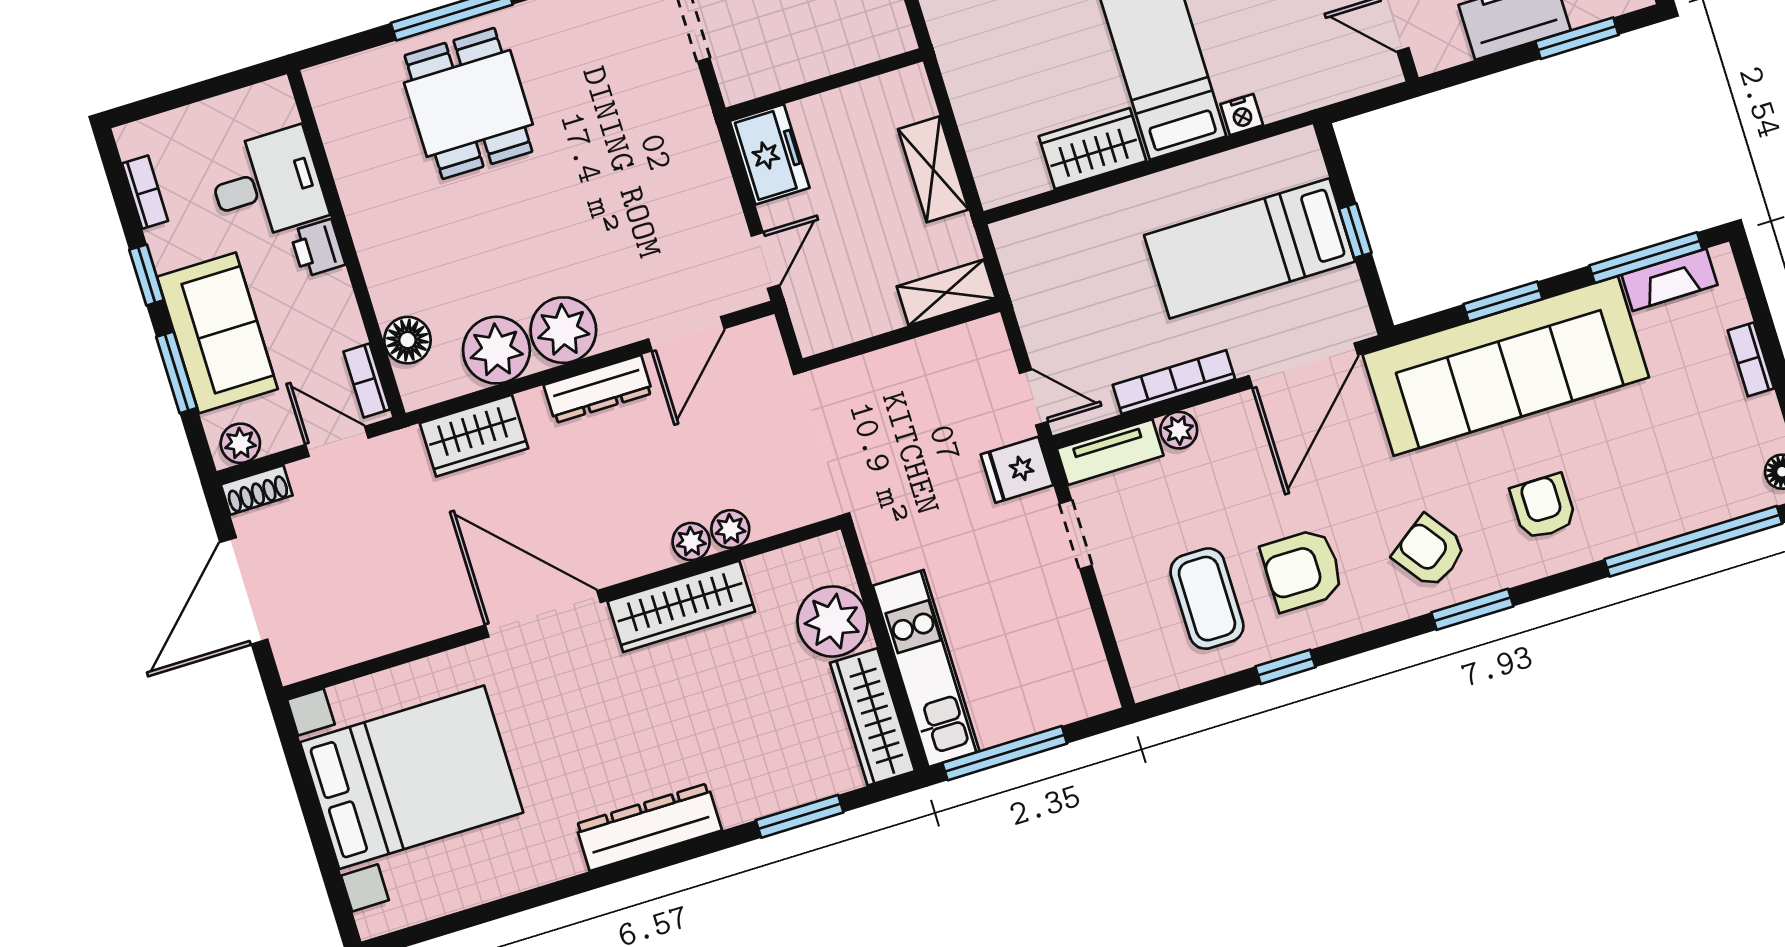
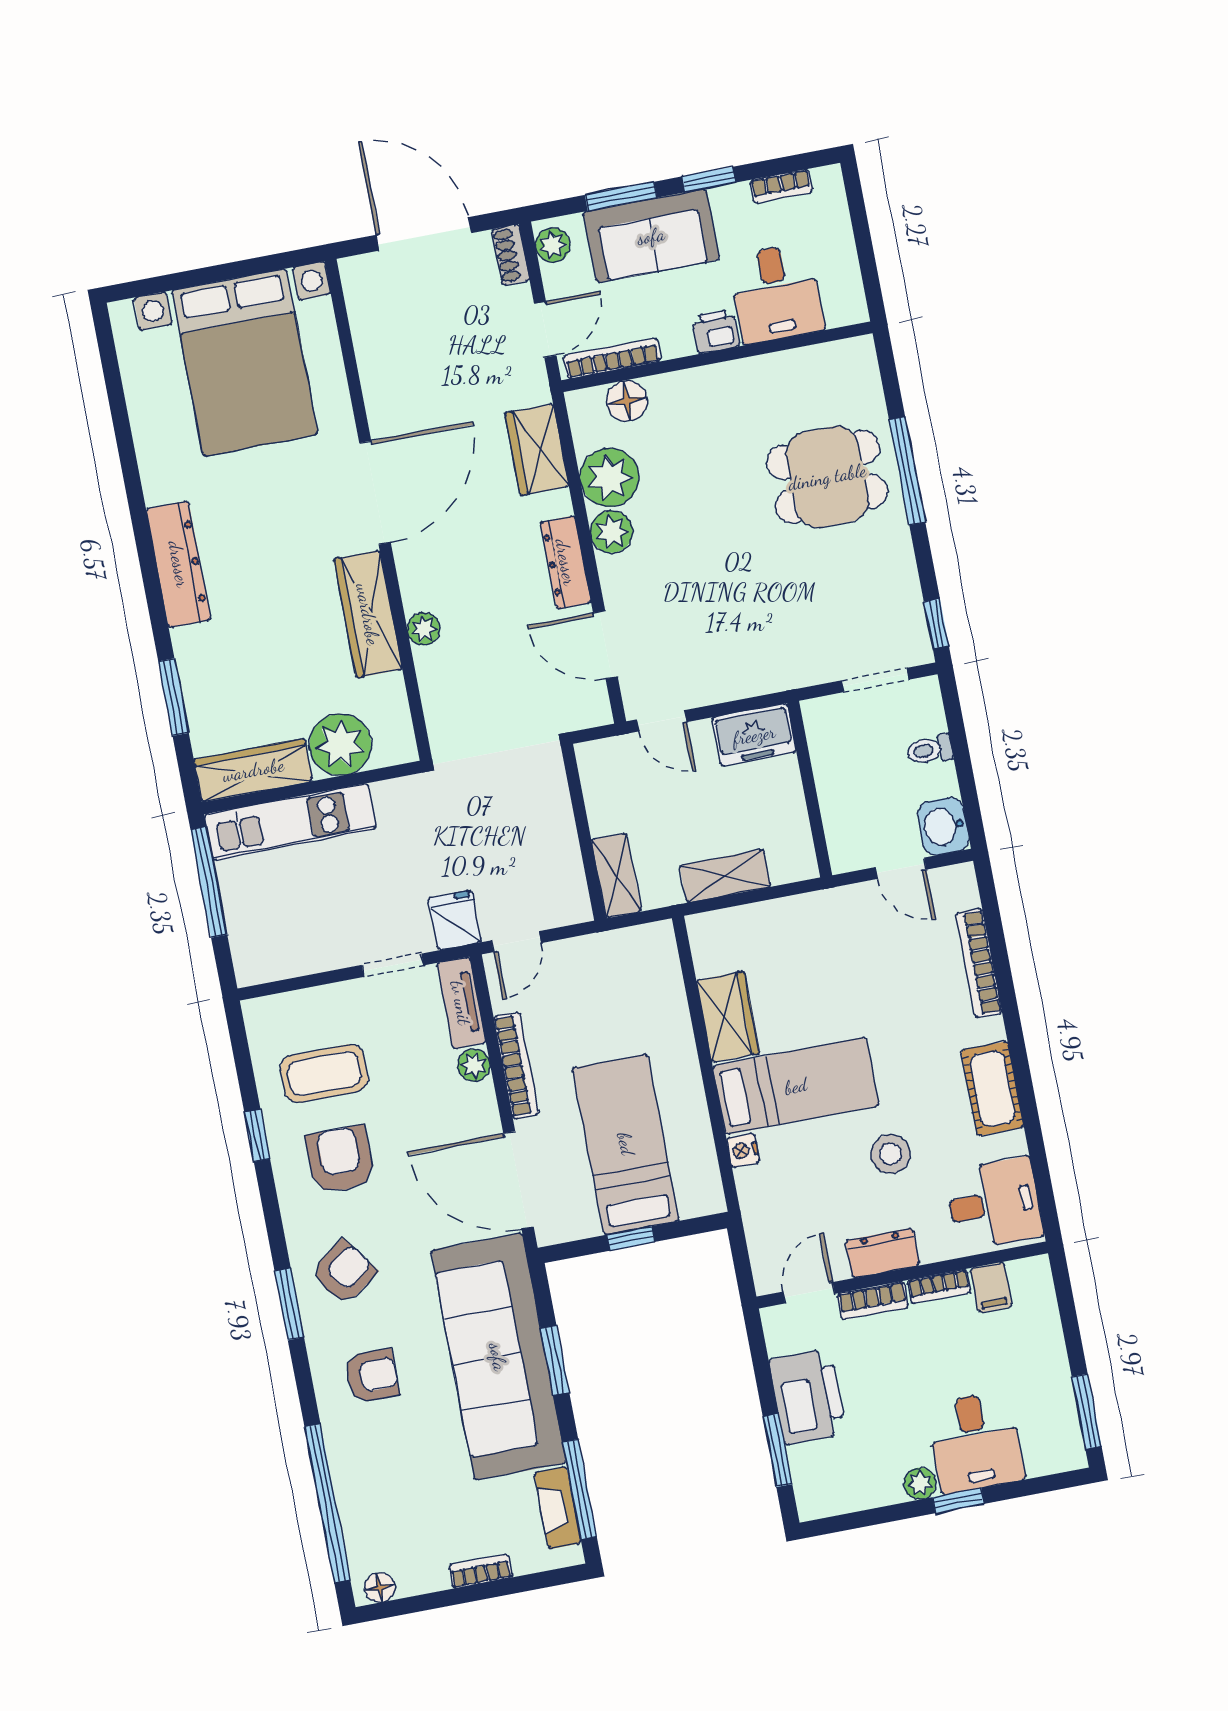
plant: (563, 330) -> (611, 532), width x0.73, depth x0.73
bookcase: (367, 380) -> (612, 358), width x1.56
plant: (730, 529) -> (431, 664), removed

